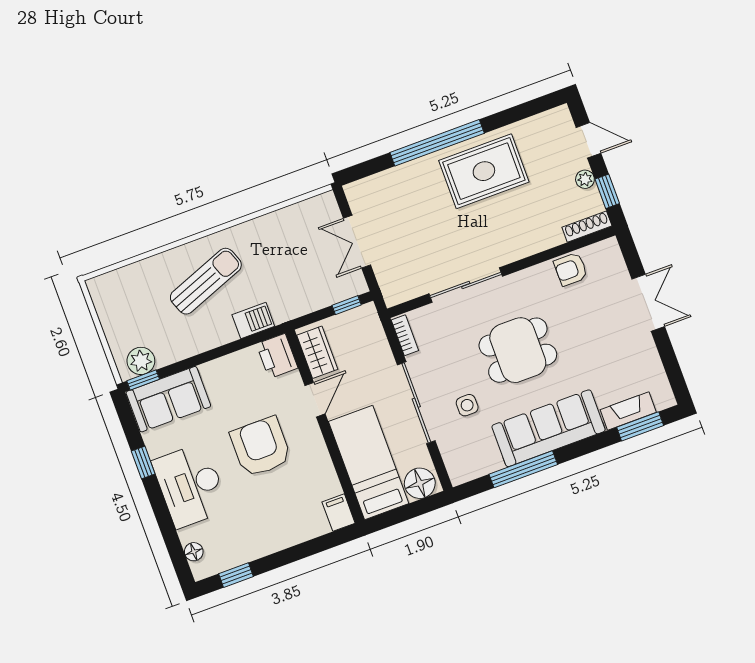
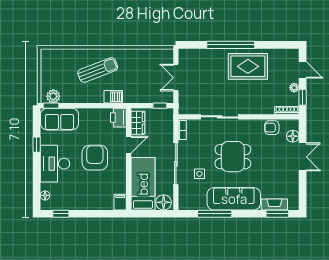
floor lamp: (616, 271) -> (293, 136), added

